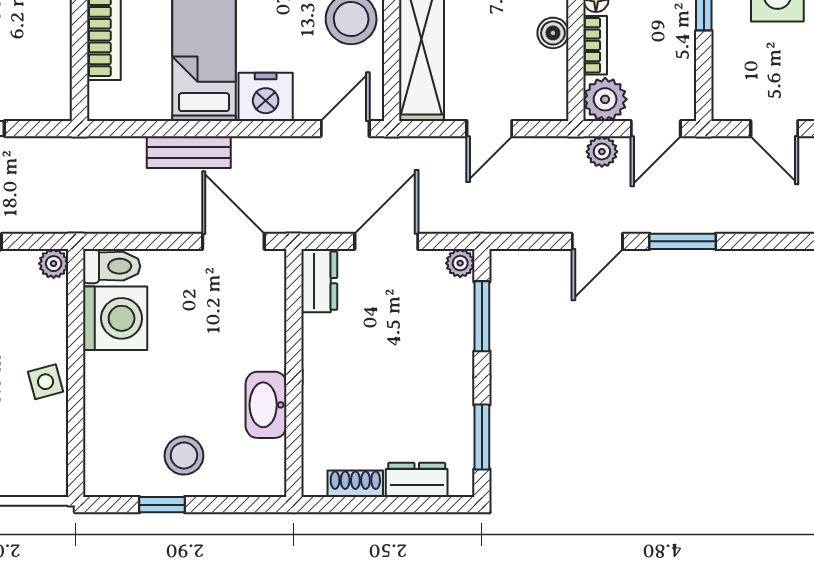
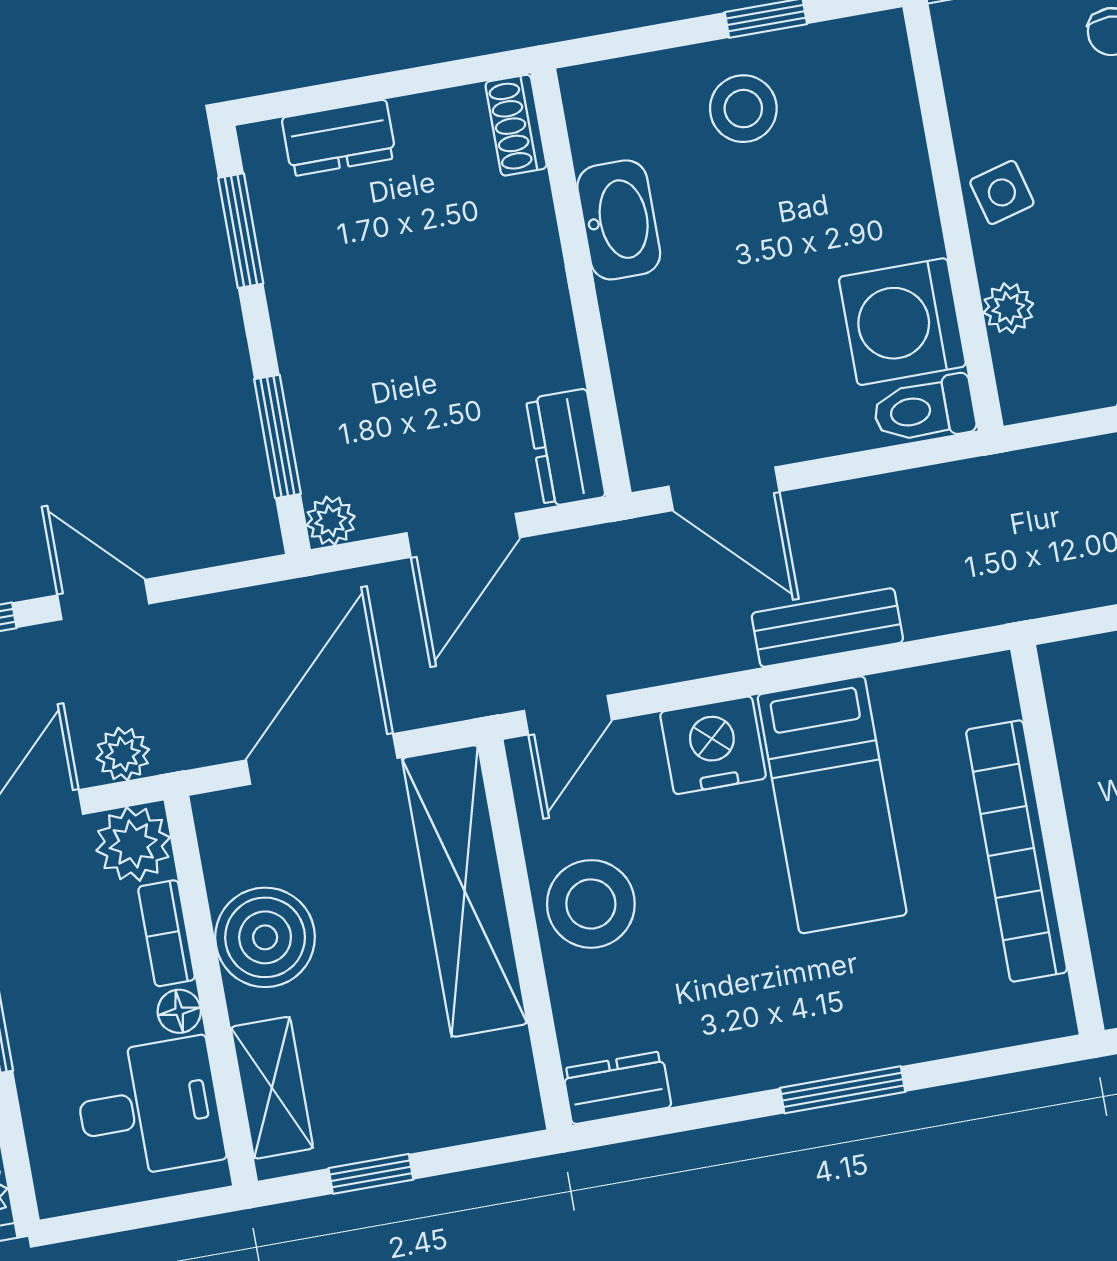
boiler: (553, 33) -> (265, 937), width x1.86, depth x1.86
door: (489, 129) -> (322, 759), width x1.87
door: (597, 241) -> (103, 599), hinge flipped
plant: (54, 264) -> (1008, 308), moved
shoe rack: (355, 484) -> (516, 125), moved, turned 90

